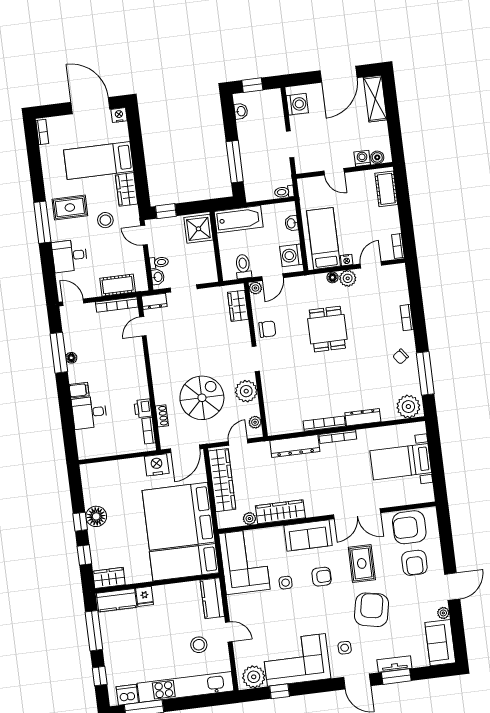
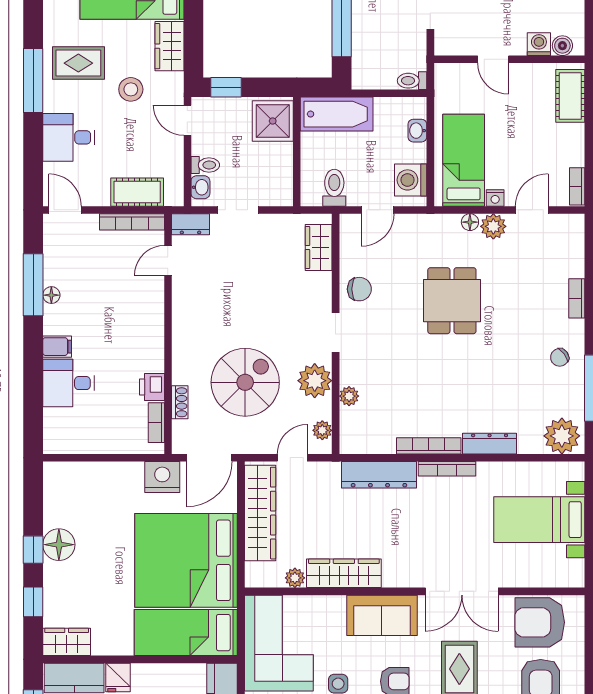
plant: (255, 288) -> (349, 396), moved

